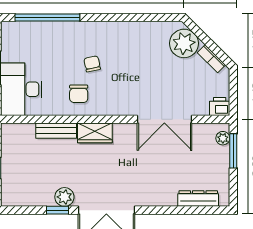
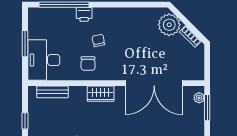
printer: (220, 107) -> (84, 14), moved, turned 180
double door: (164, 119) -> (154, 83), width x1.36
bench: (56, 131) -> (52, 92), moved

